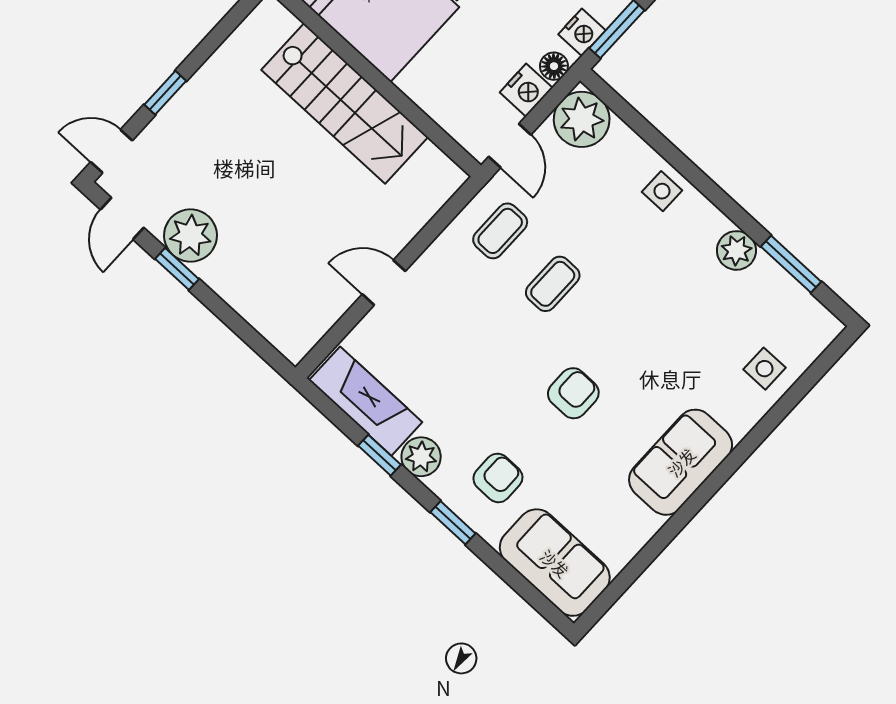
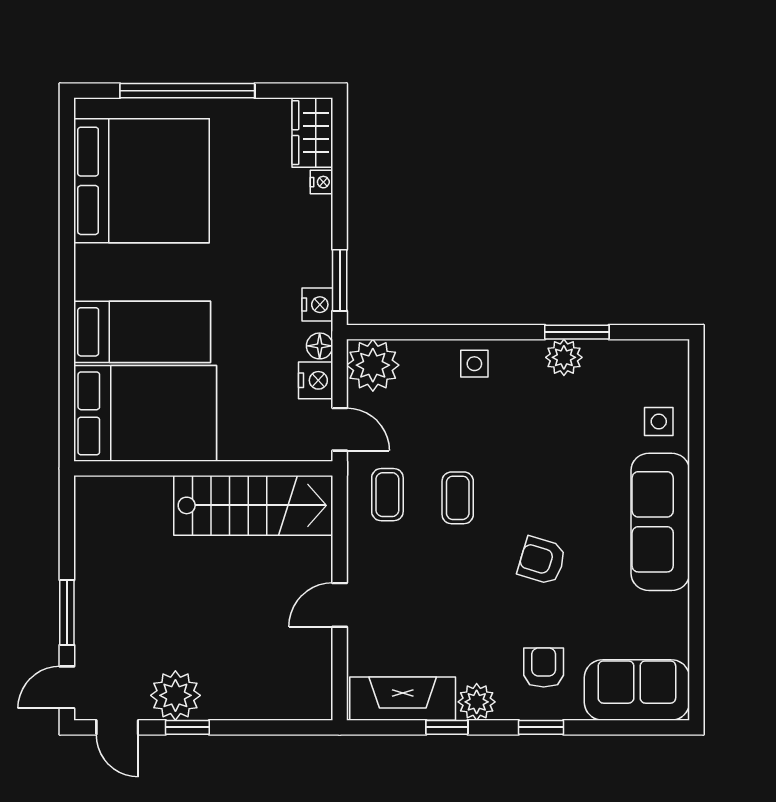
window: (165, 93) -> (67, 613), width x1.50
stairs: (345, 103) -> (253, 505), moved
window: (791, 264) -> (577, 332), moved
armchair: (573, 393) -> (542, 561), turned -73
sofa: (681, 462) -> (660, 522), width x1.36

